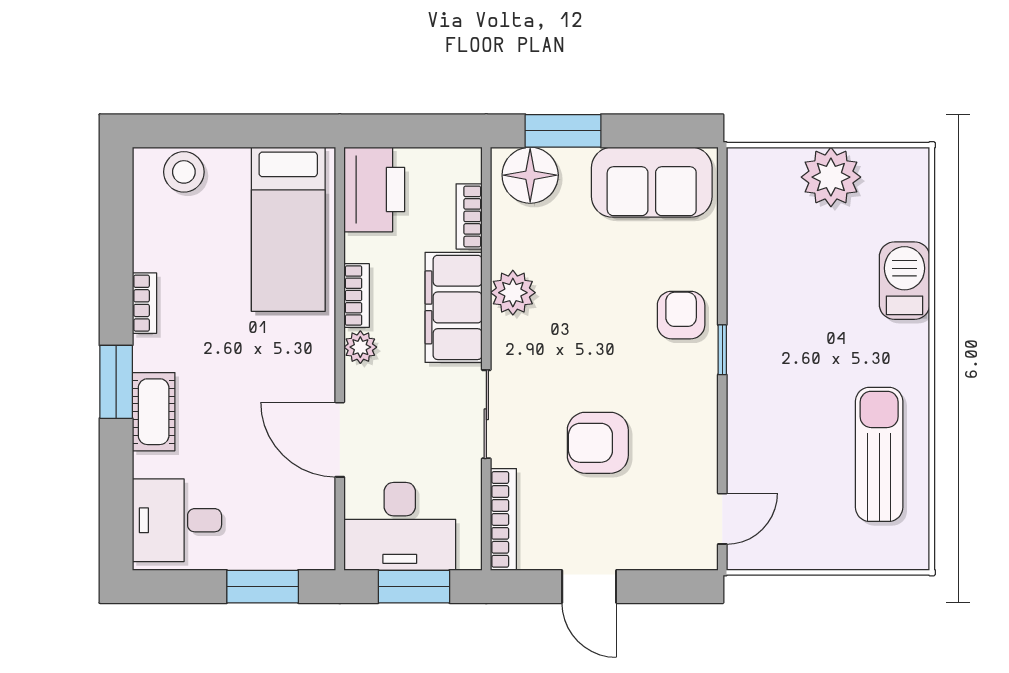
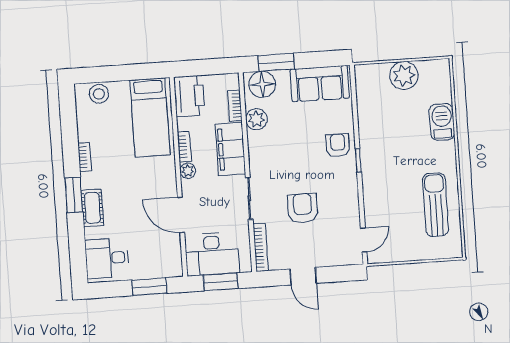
plant: (513, 293) -> (256, 119), moved
armchair: (598, 443) -> (303, 208), turned 90

